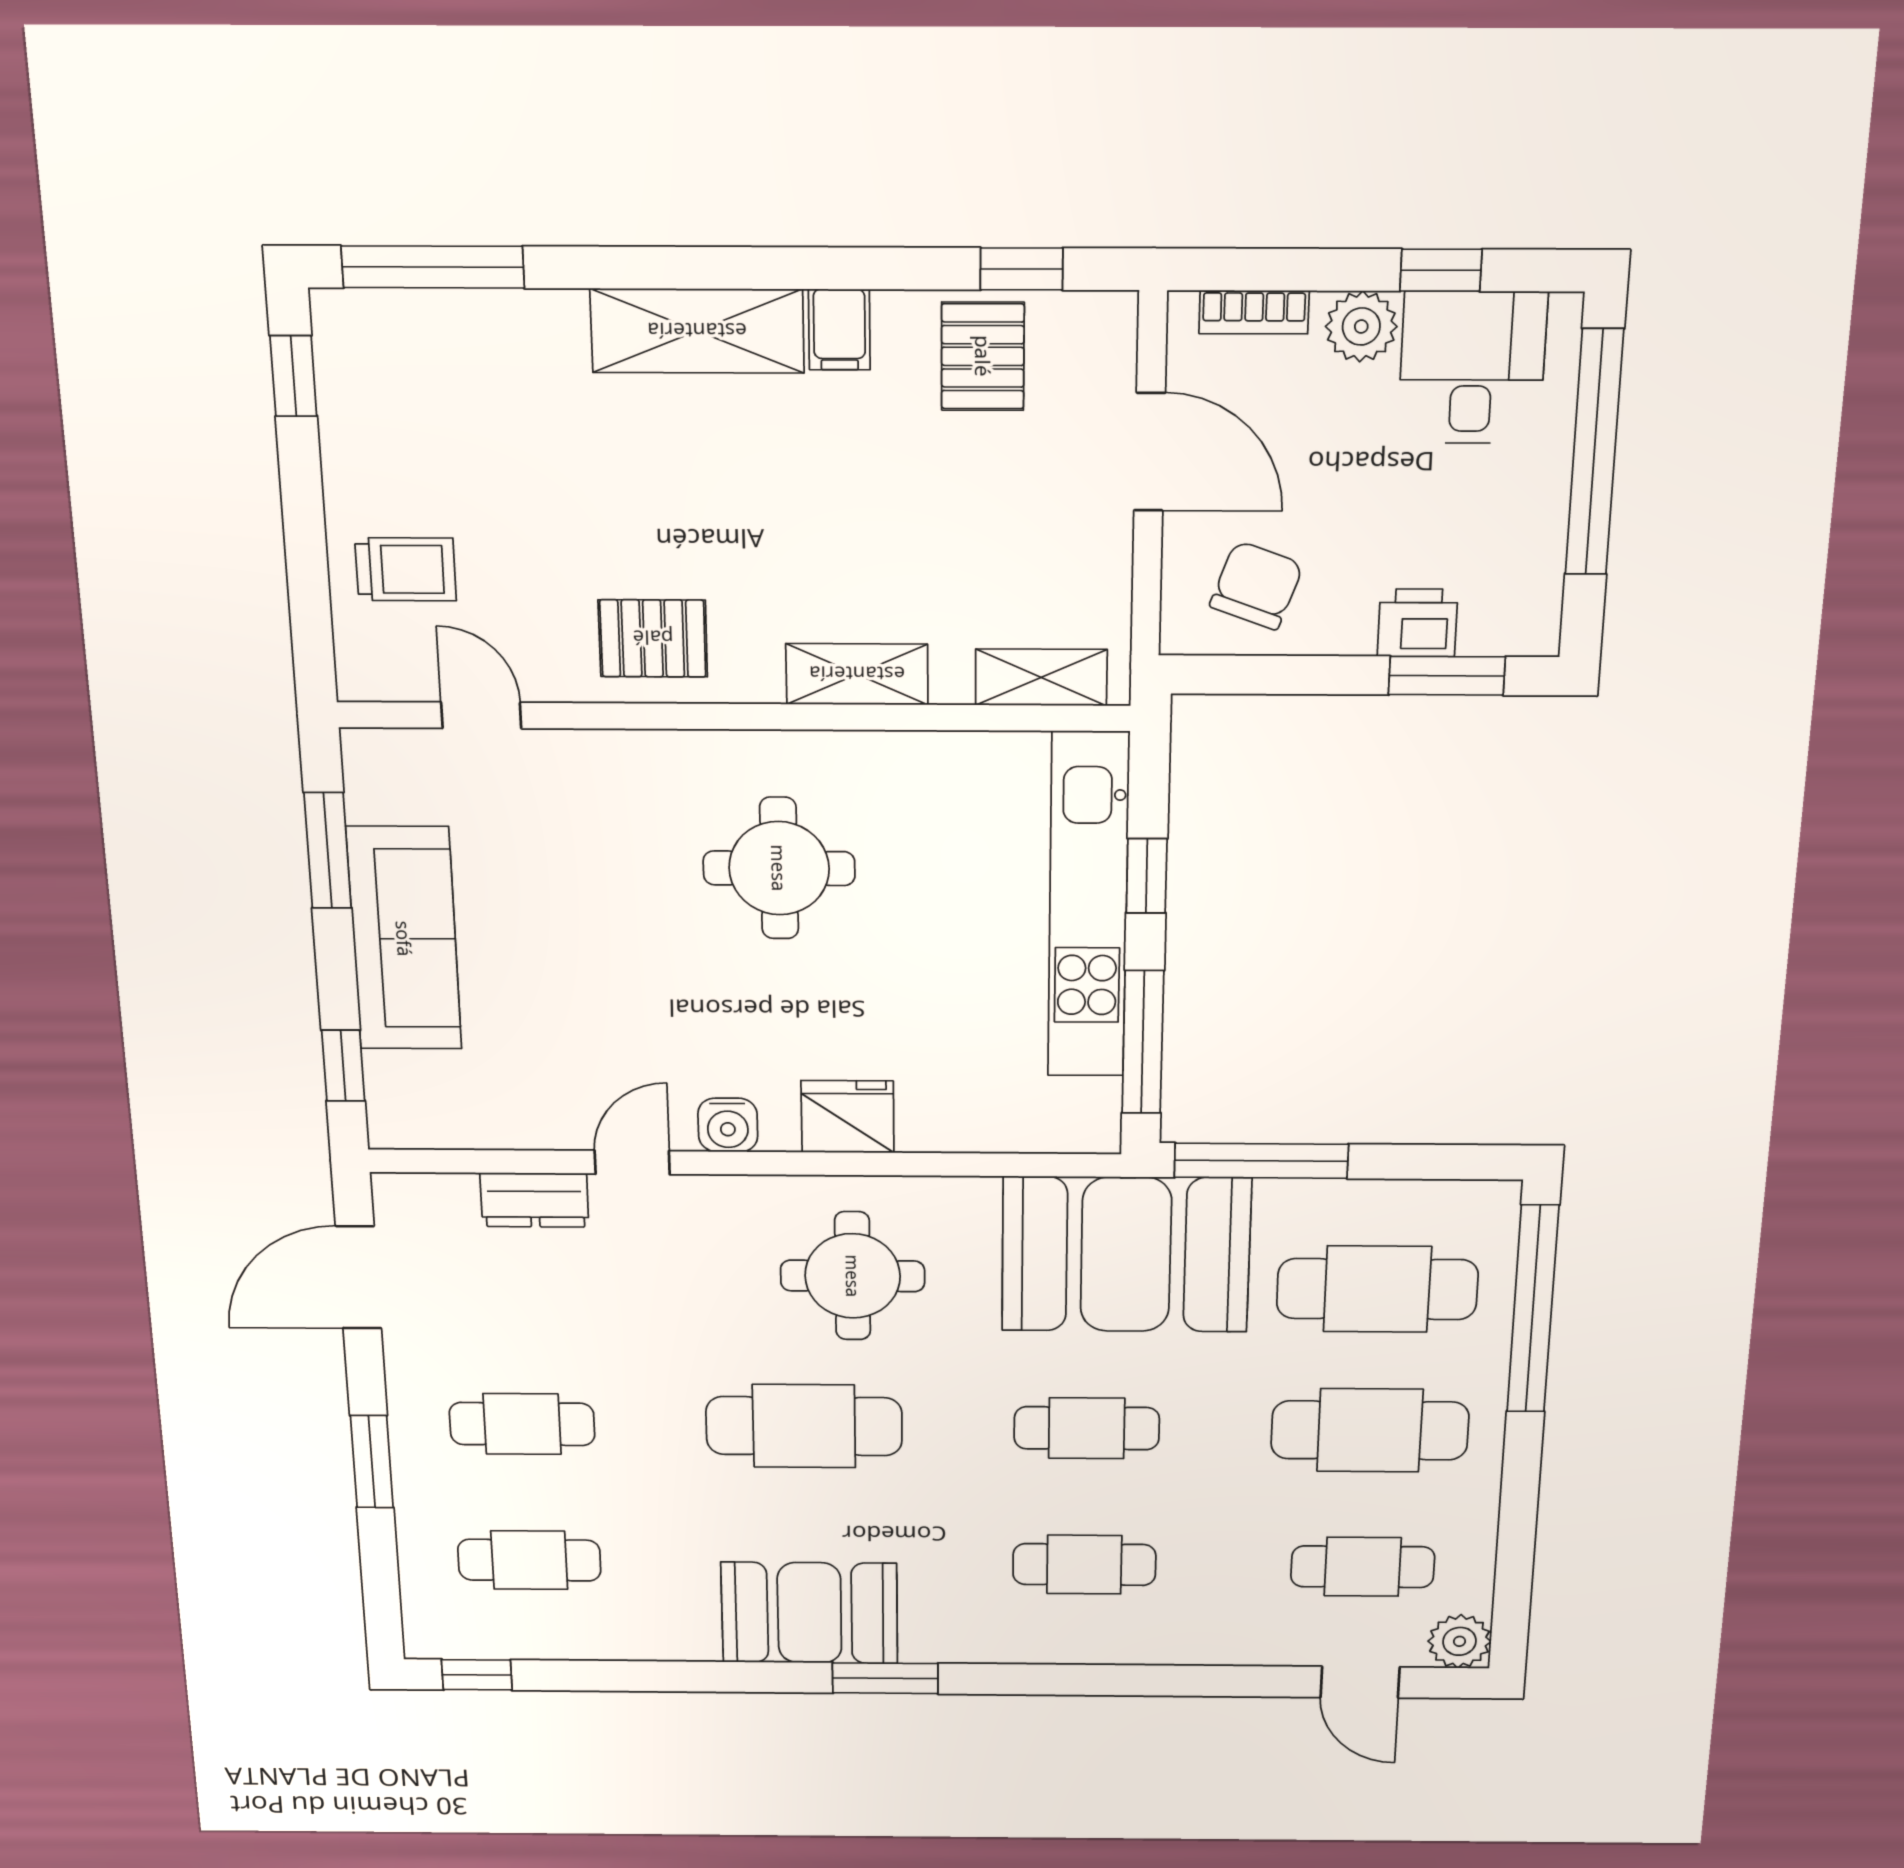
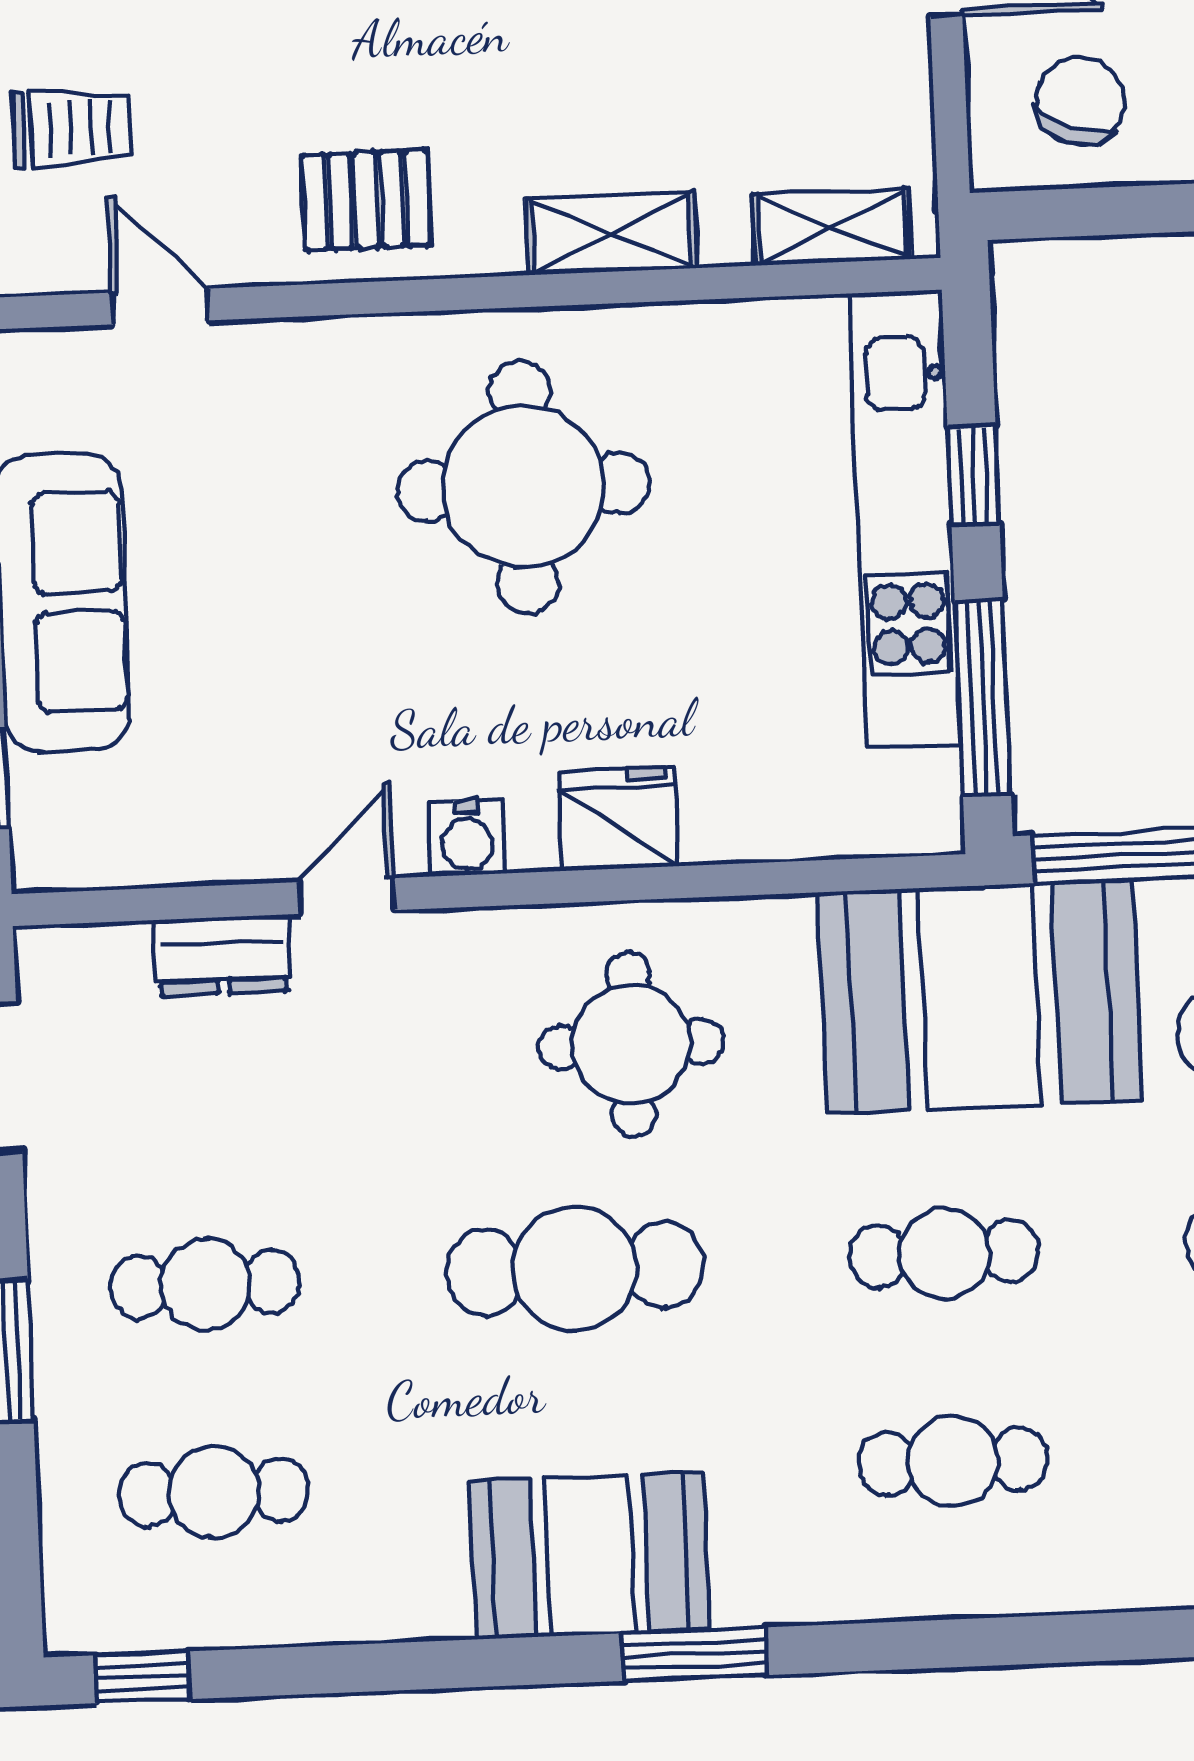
round table: (779, 868) -> (524, 487), width x1.36, depth x1.36

